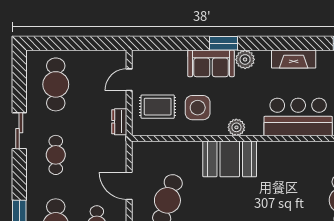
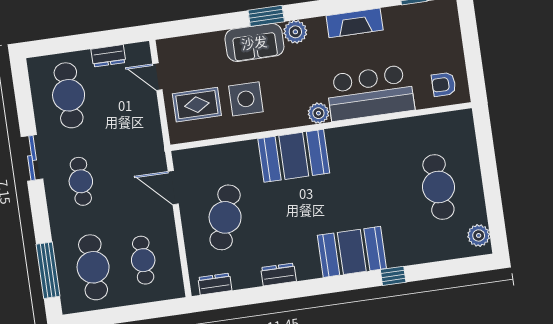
door: (129, 80) -> (157, 77), hinge flipped
dresser: (119, 122) -> (108, 56), moved, turned -90
plant: (236, 127) -> (318, 113), moved
door: (129, 186) -> (173, 188), moved

